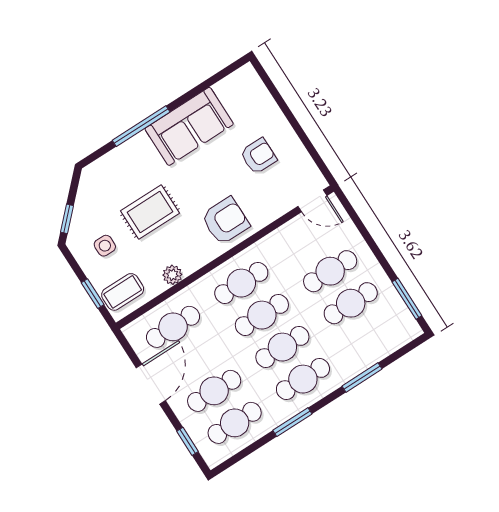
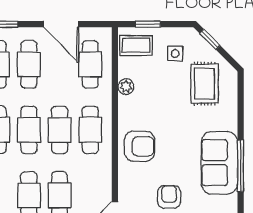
window: (141, 126) -> (241, 166), moved
armchair: (258, 156) -> (169, 197), turned 180
rug: (150, 212) -> (204, 84), moved
armchair: (225, 221) -> (139, 146), turned -90
coffee table: (123, 292) -> (136, 45), turned 90

